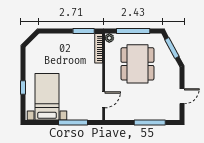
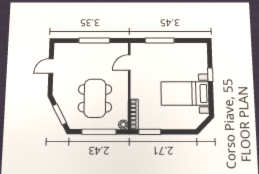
bed with nightstands: (47, 97) -> (185, 93), moved, turned 90
window: (150, 123) -> (94, 41), moved

